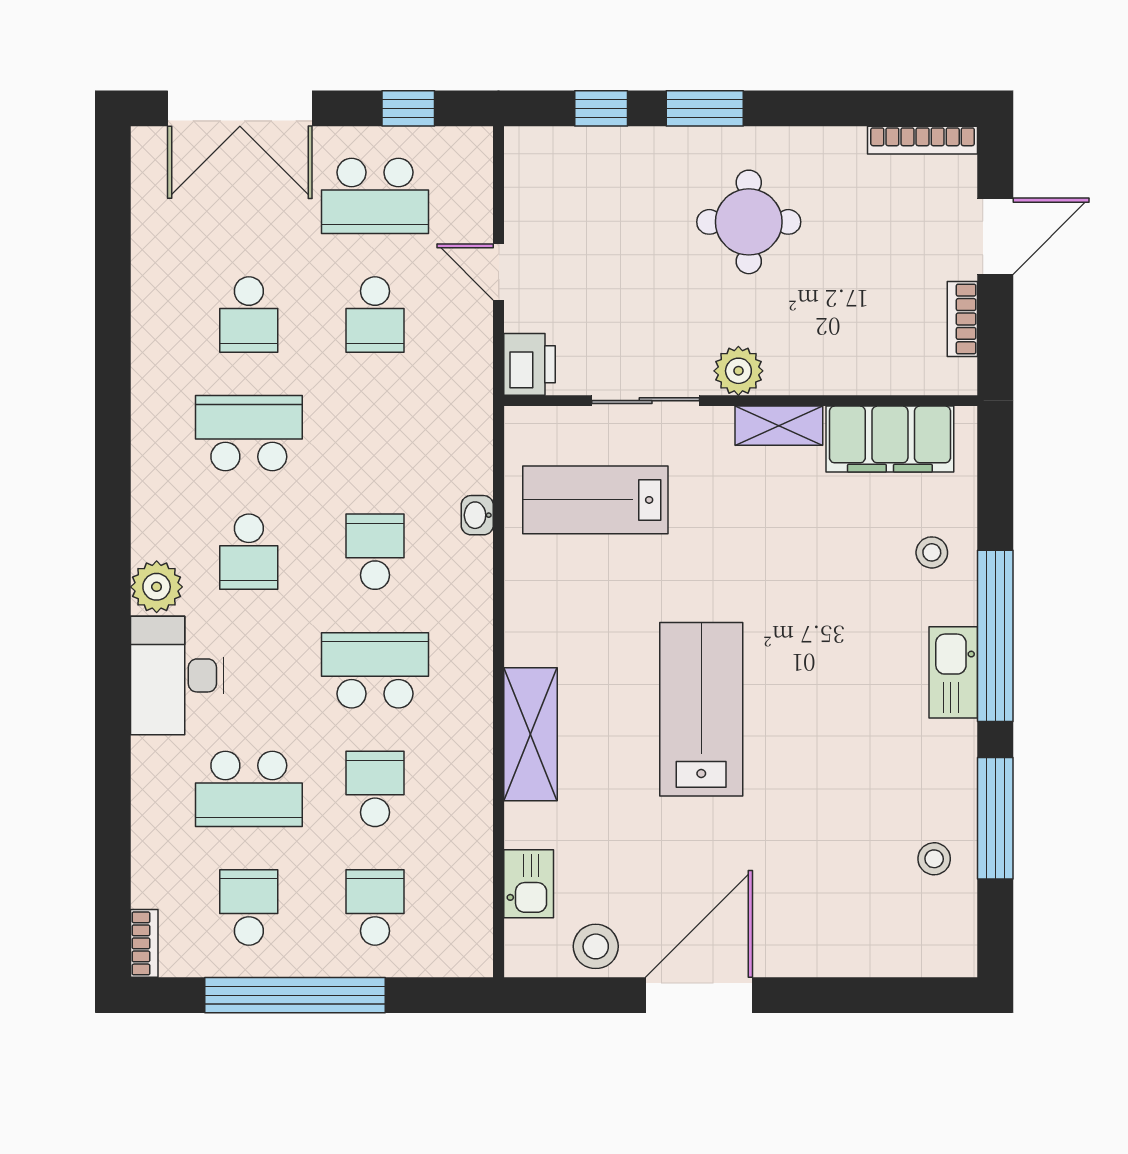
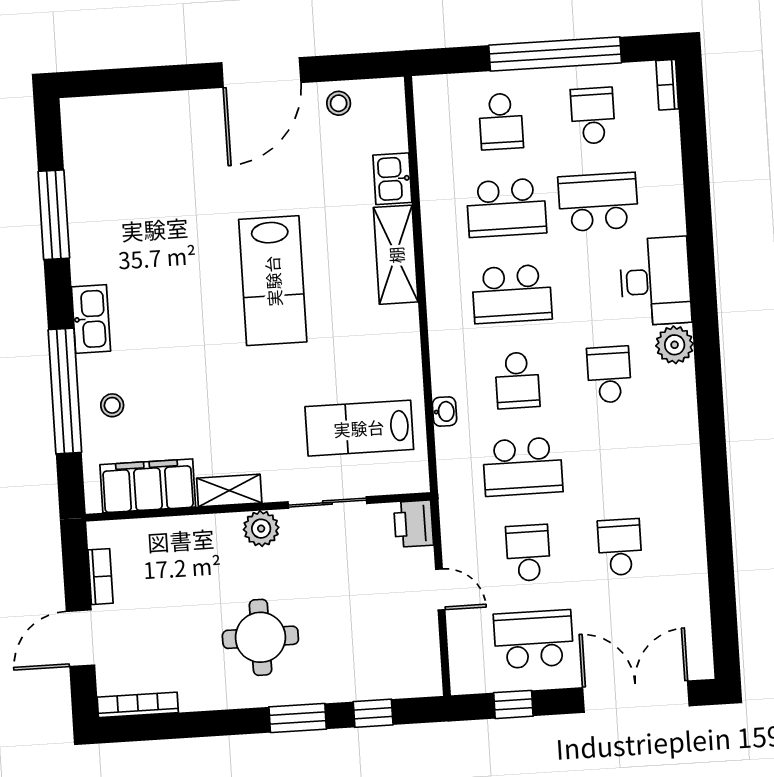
school desk: (249, 433) -> (523, 467), moved
lab bench: (595, 500) -> (359, 428), turned 180
window: (995, 636) -> (65, 391), moved
school desk: (375, 789) -> (506, 208), width x1.85
stool: (934, 859) -> (96, 183), removed
kitchen sink: (529, 884) -> (392, 179), moved
school desk: (249, 908) -> (593, 116), turned 180
stool: (596, 946) -> (339, 103), width x0.73, depth x0.73

